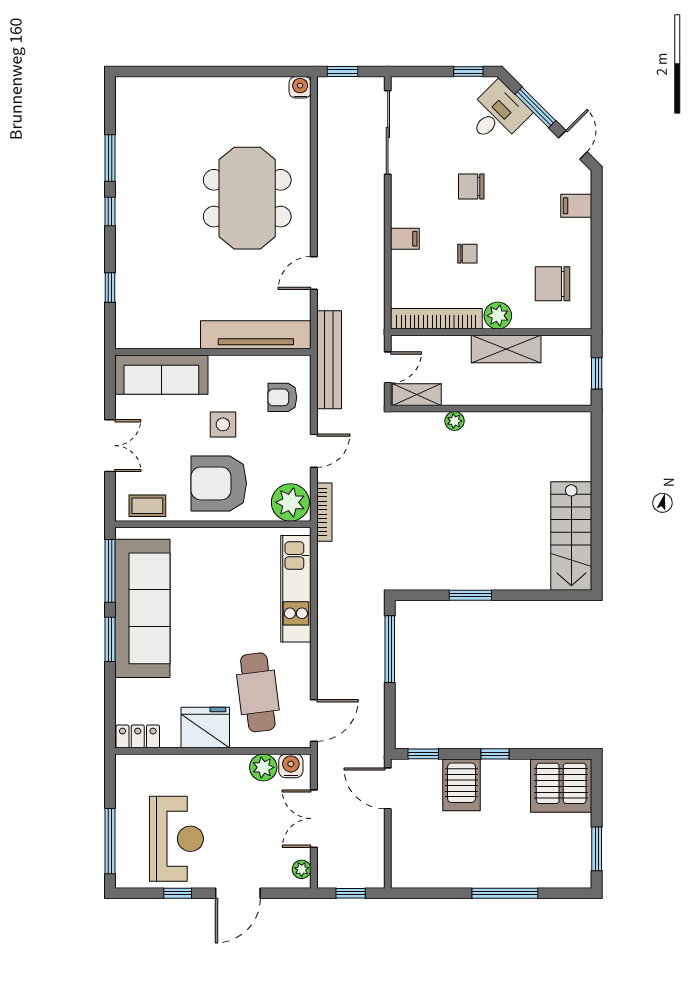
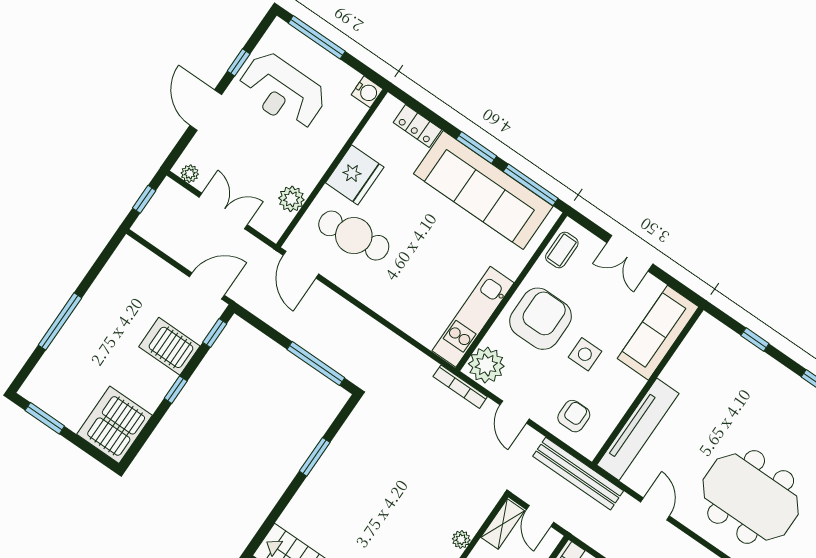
kitchen unit: (296, 589) -> (473, 317), moved, turned -90
locker: (138, 736) -> (417, 126), moved, turned 90
water cooler: (291, 766) -> (367, 92), moved

